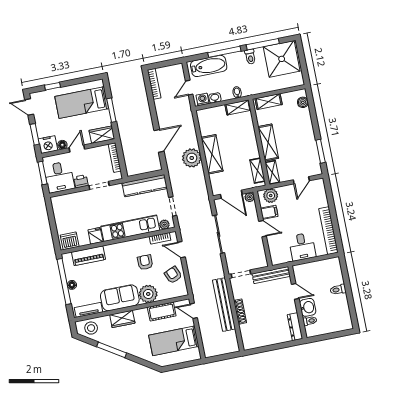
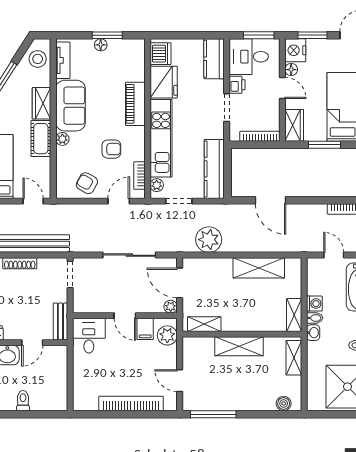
washbasin: (215, 98) -> (313, 333), moved
washing machine: (203, 99) -> (314, 304), moved
window: (321, 151) -> (213, 414), width x1.44
shelving: (212, 154) -> (259, 268), moved
plant: (192, 158) -> (209, 240), moved
shelving: (272, 172) -> (198, 344), removed
door: (231, 194) -> (180, 283), hinge flipped
kitchen counter: (66, 202) -> (214, 59), added
door: (263, 229) -> (125, 316), hinge flipped
bookcase: (328, 231) -> (131, 404), moved
fridge: (95, 236) -> (164, 82), width x1.88, depth x1.34
desk: (302, 247) -> (89, 336), moved, turned 90
piano: (88, 256) -> (135, 104), moved
armchair: (173, 275) -> (87, 183), turned -128
bench: (271, 275) -> (60, 322), width x0.73
window: (64, 281) -> (107, 35), width x0.47
plant: (148, 294) -> (62, 139), width x0.53, depth x0.53
door: (194, 311) -> (33, 201), hinge flipped
cot: (162, 312) -> (41, 139), moved

